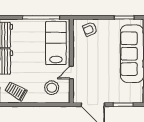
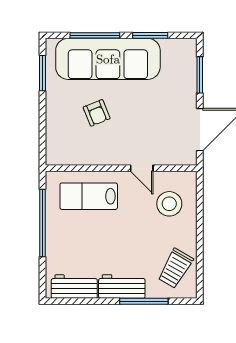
armchair: (90, 29) -> (97, 113), moved
lab bench: (56, 43) -> (89, 196), width x0.73, depth x0.72

